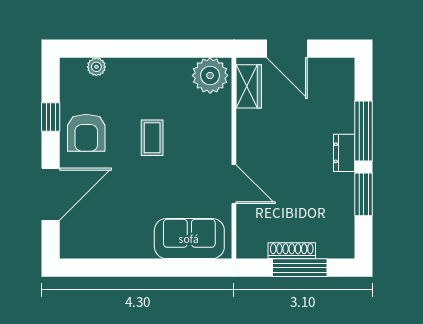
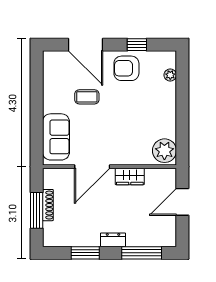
wardrobe: (249, 86) -> (130, 176), moved
window: (364, 131) -> (142, 253), moved
coffee table: (152, 138) -> (87, 97), moved
door: (234, 184) -> (92, 167), width x1.36

